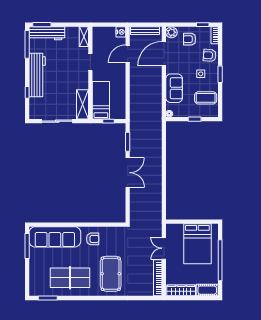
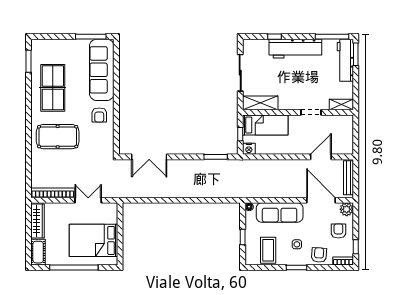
nightstand: (121, 32) -> (249, 149), moved
door: (128, 54) -> (321, 157), hinge flipped
sofa: (174, 88) -> (280, 212), width x1.36
double door: (128, 173) -> (149, 157), moved

